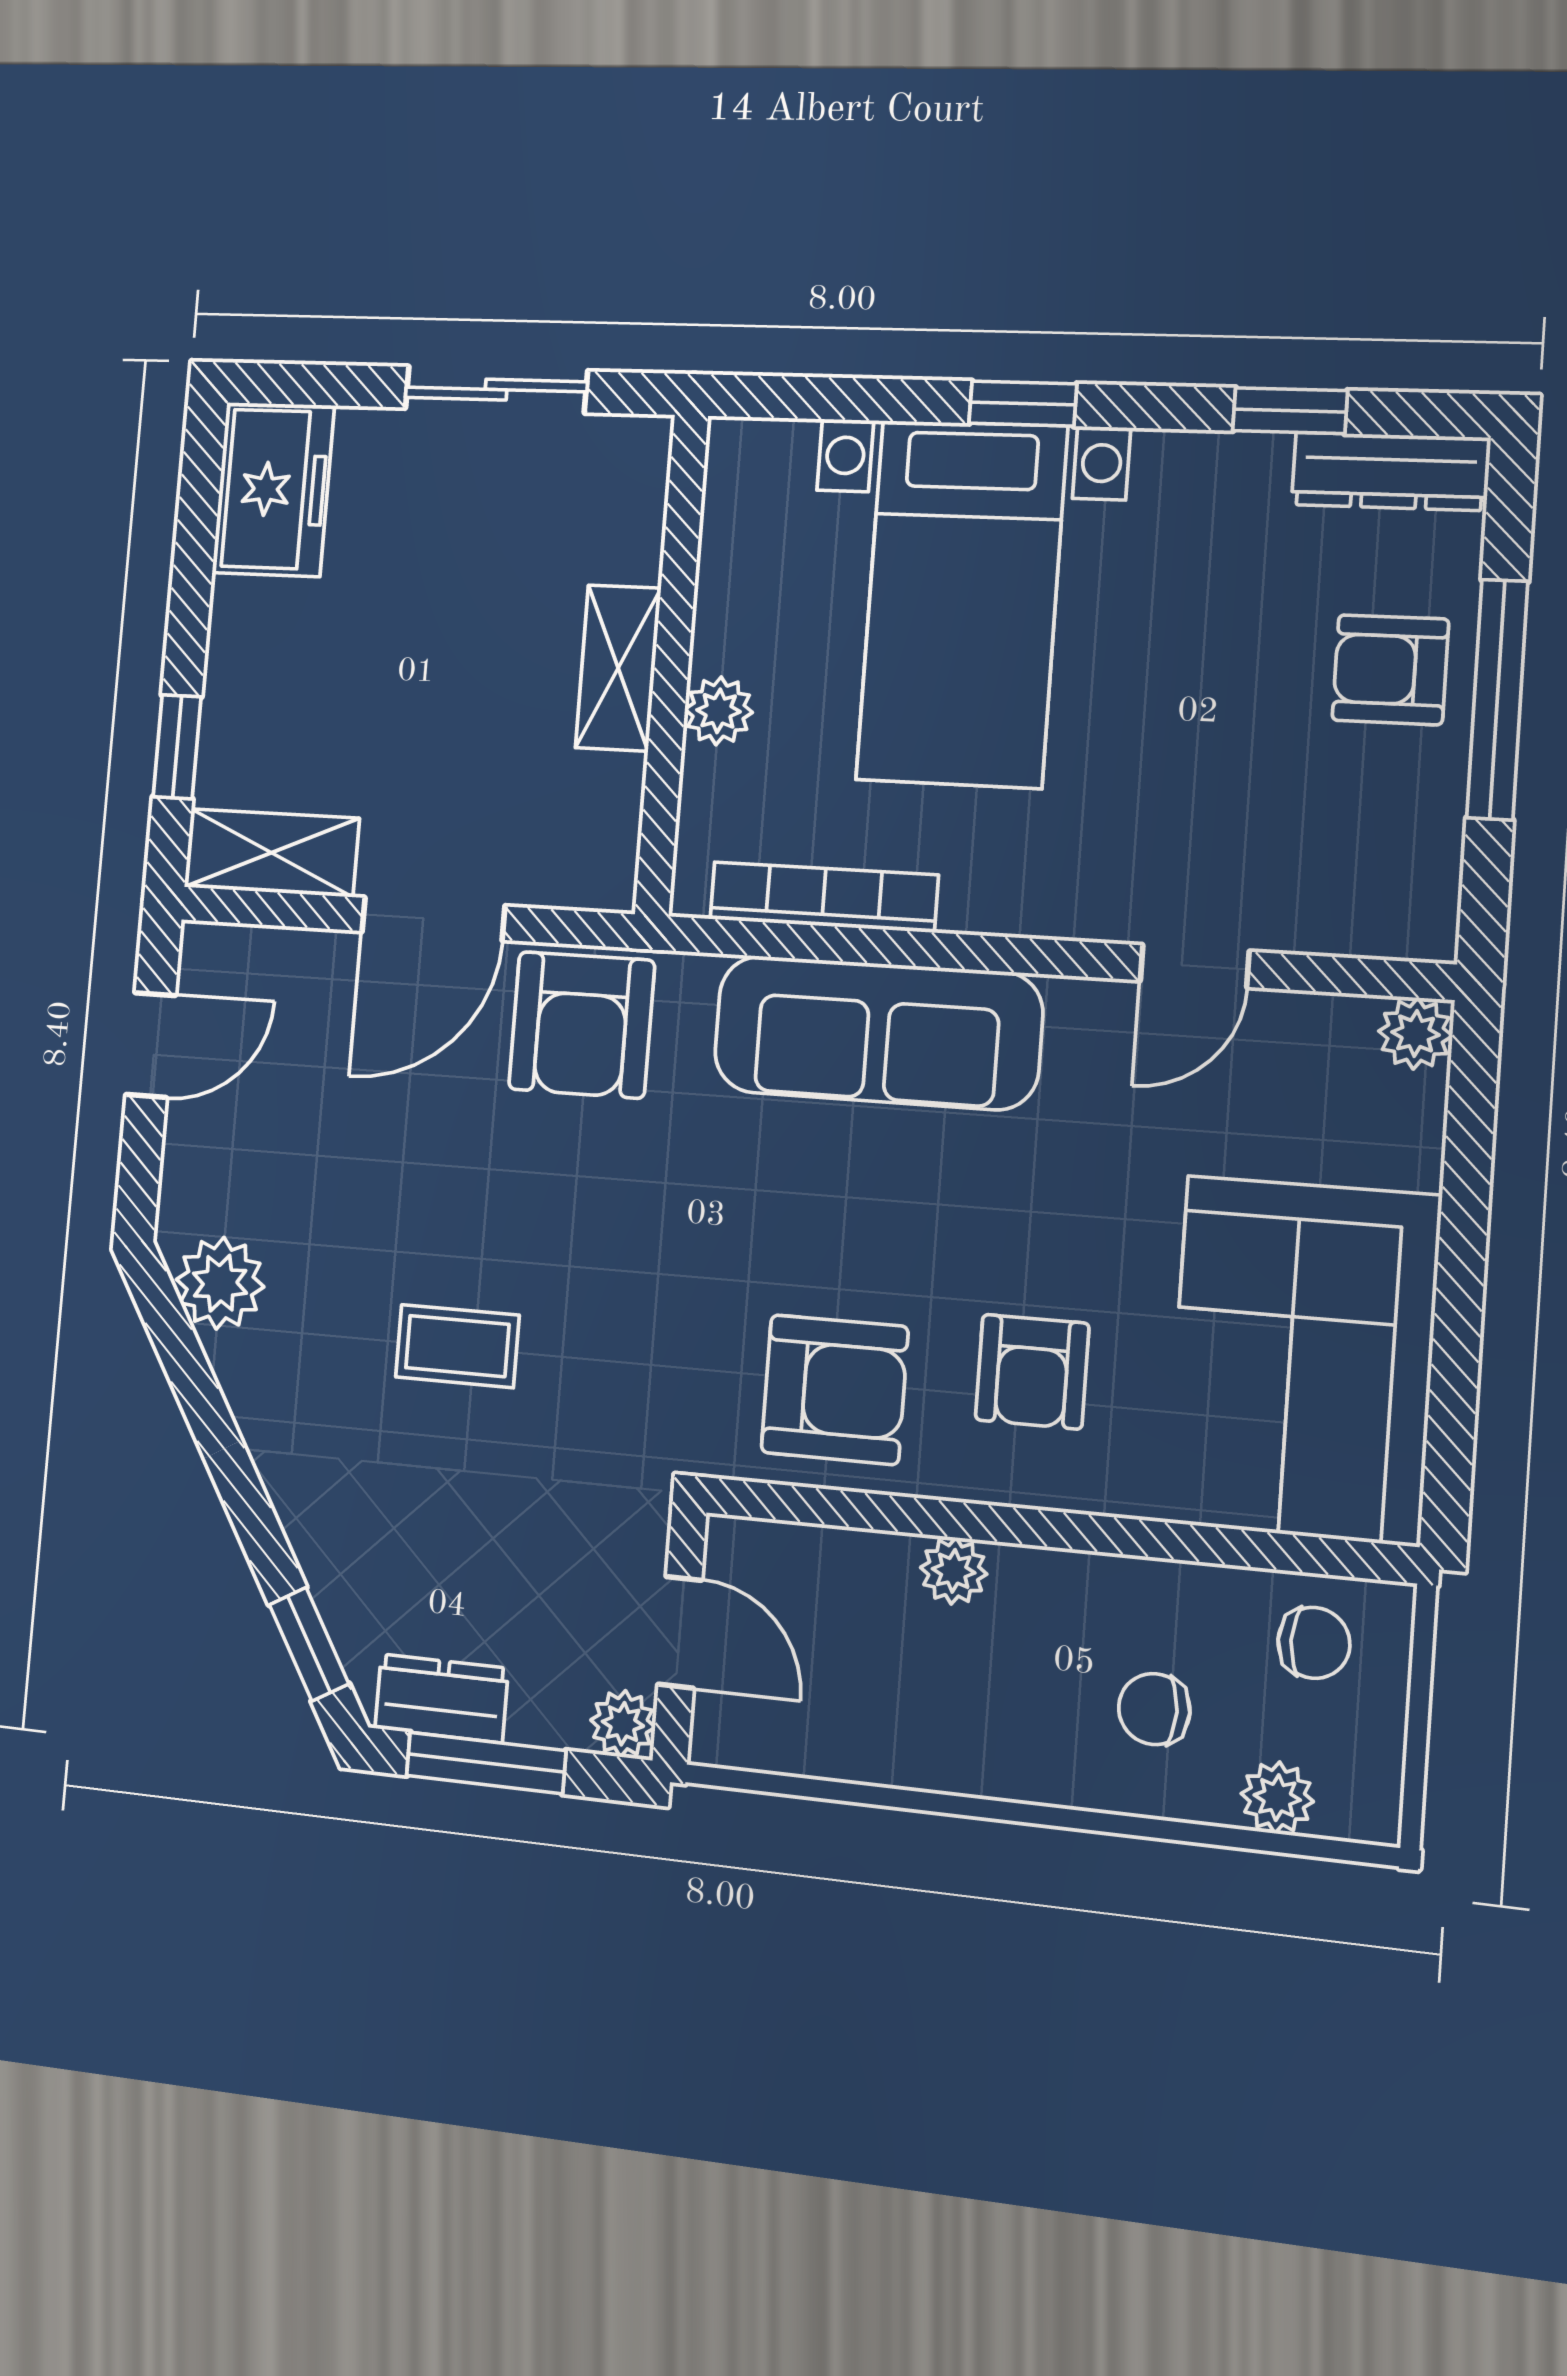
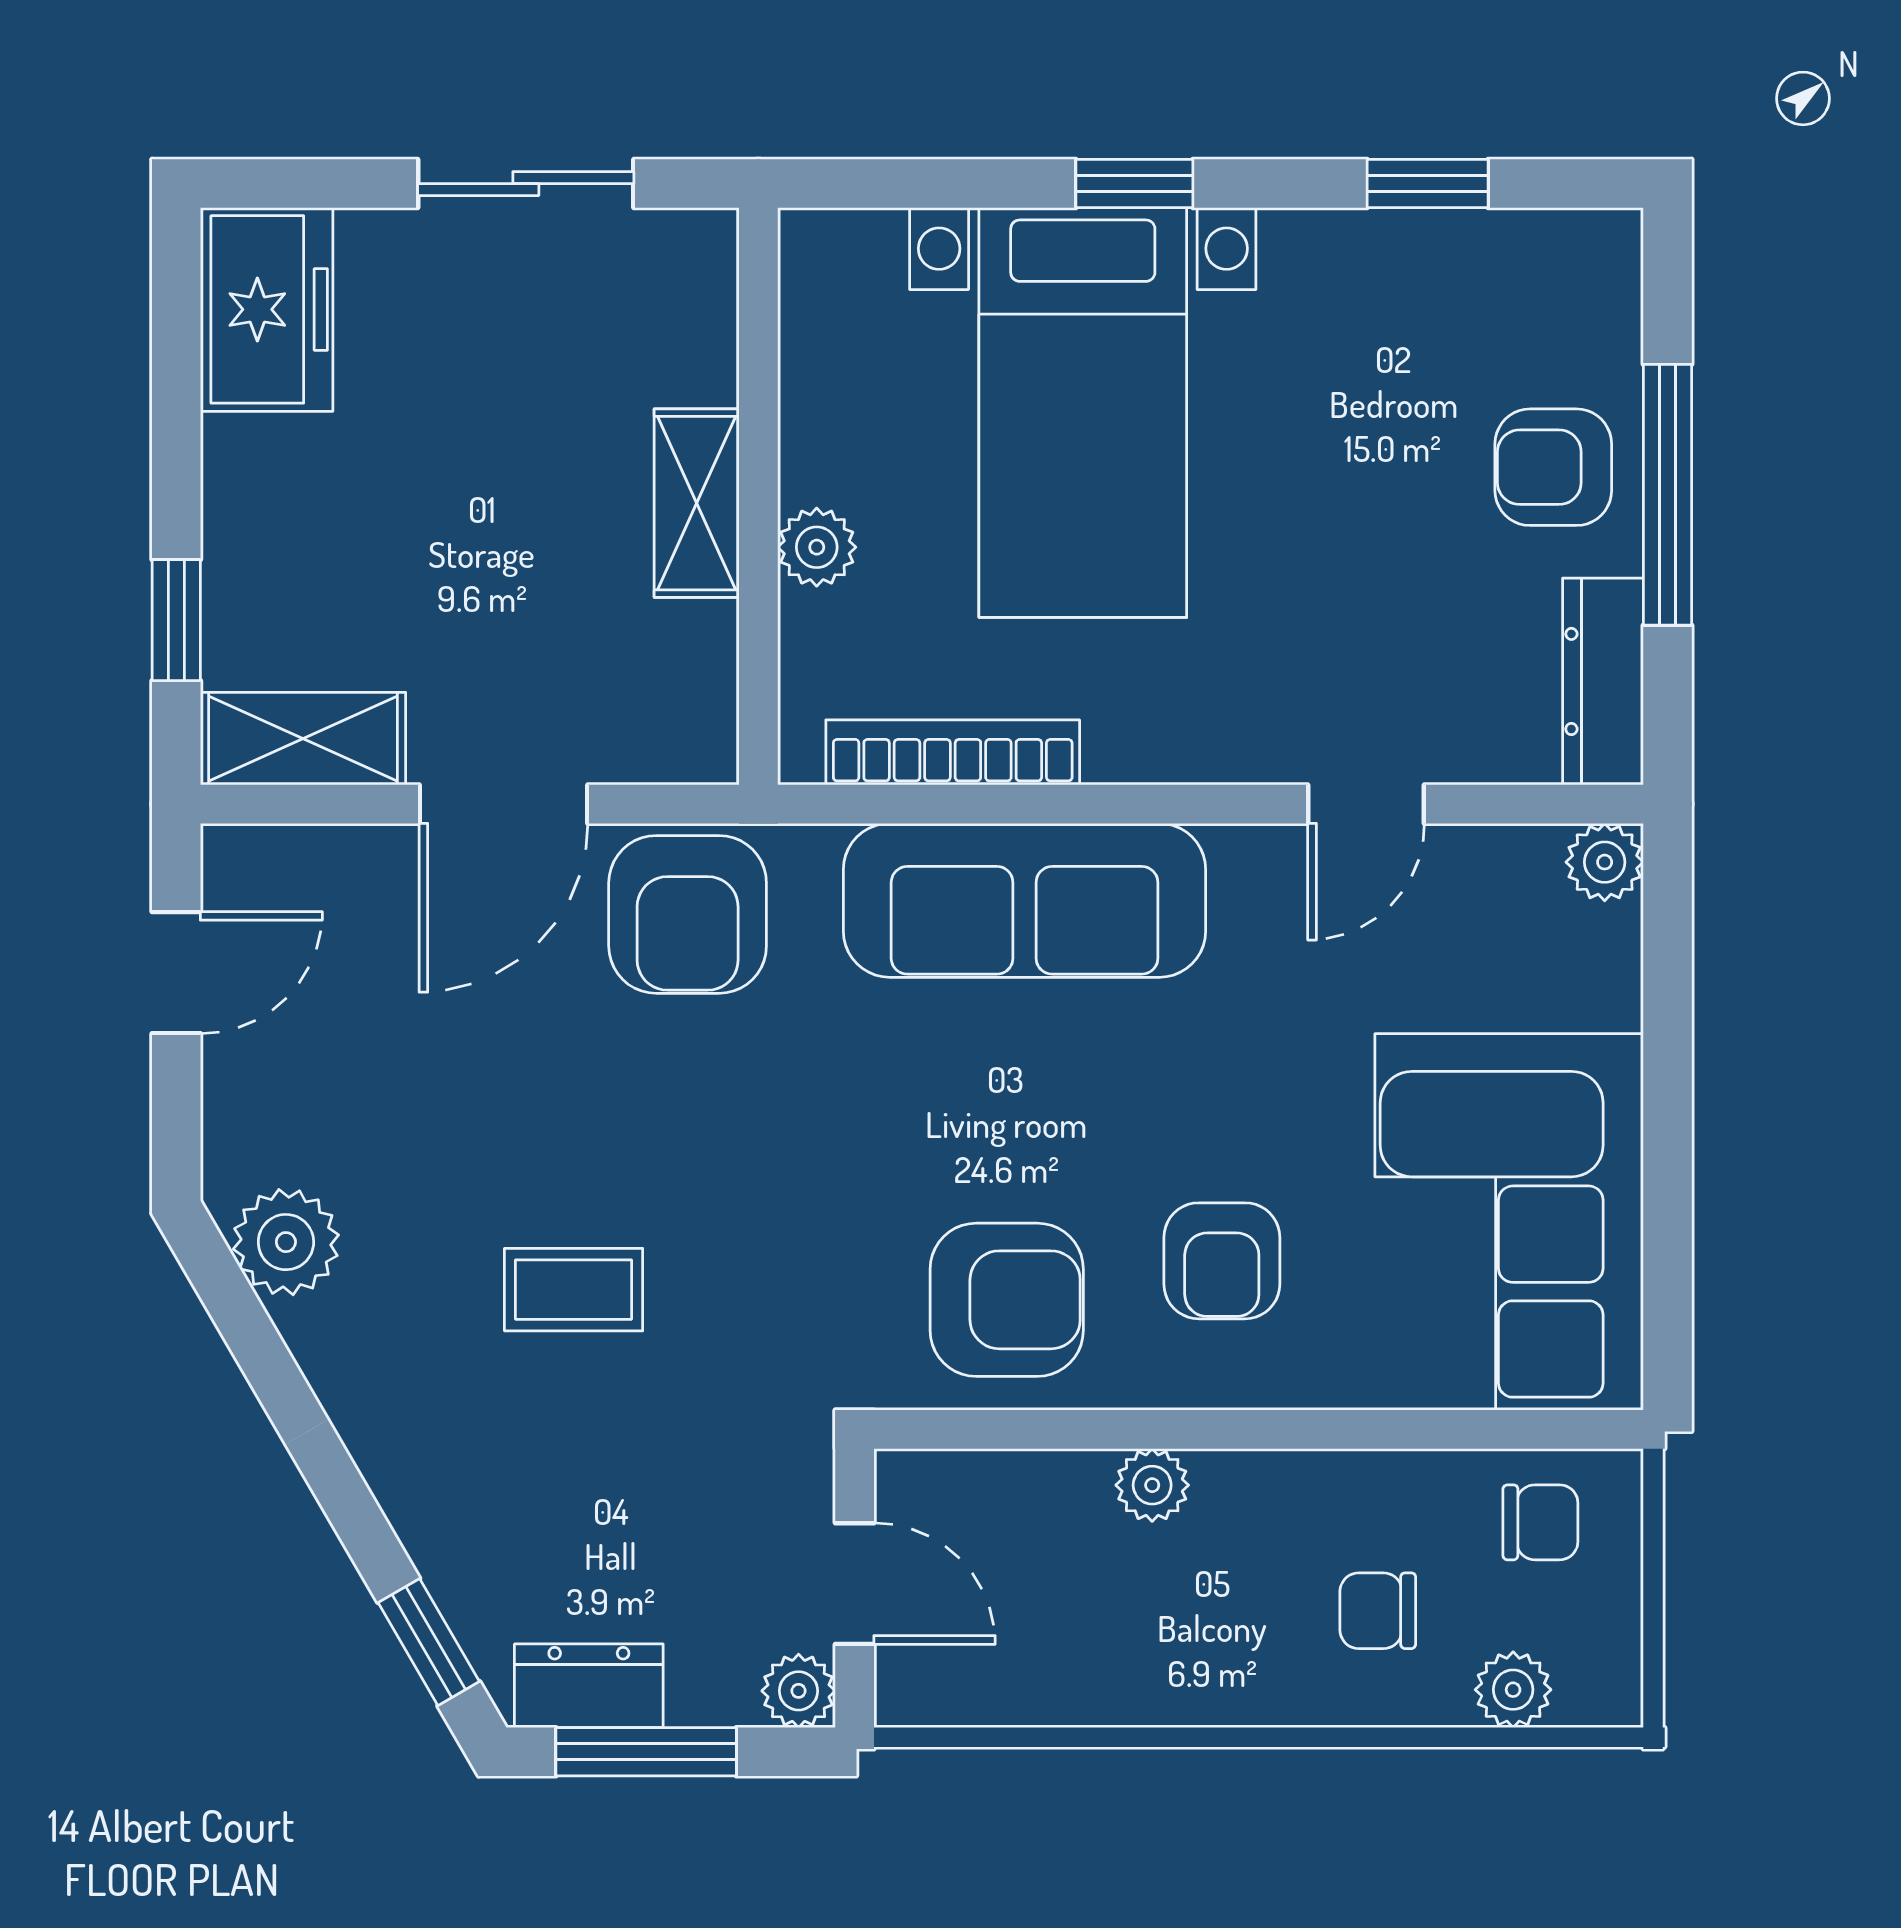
dresser: (1390, 471) -> (1603, 681), moved, turned 90

